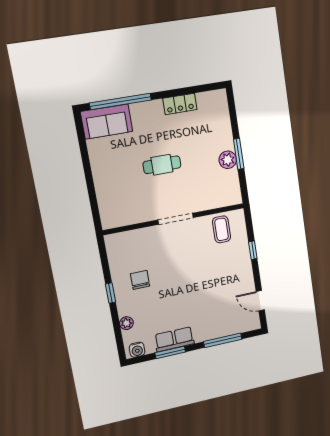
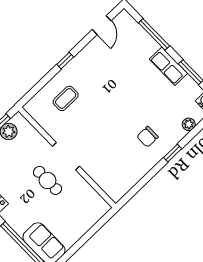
wall: (174, 219) -> (67, 157), moved
doorway: (176, 219) -> (66, 156), moved
row of seats: (174, 339) -> (168, 66), moved

